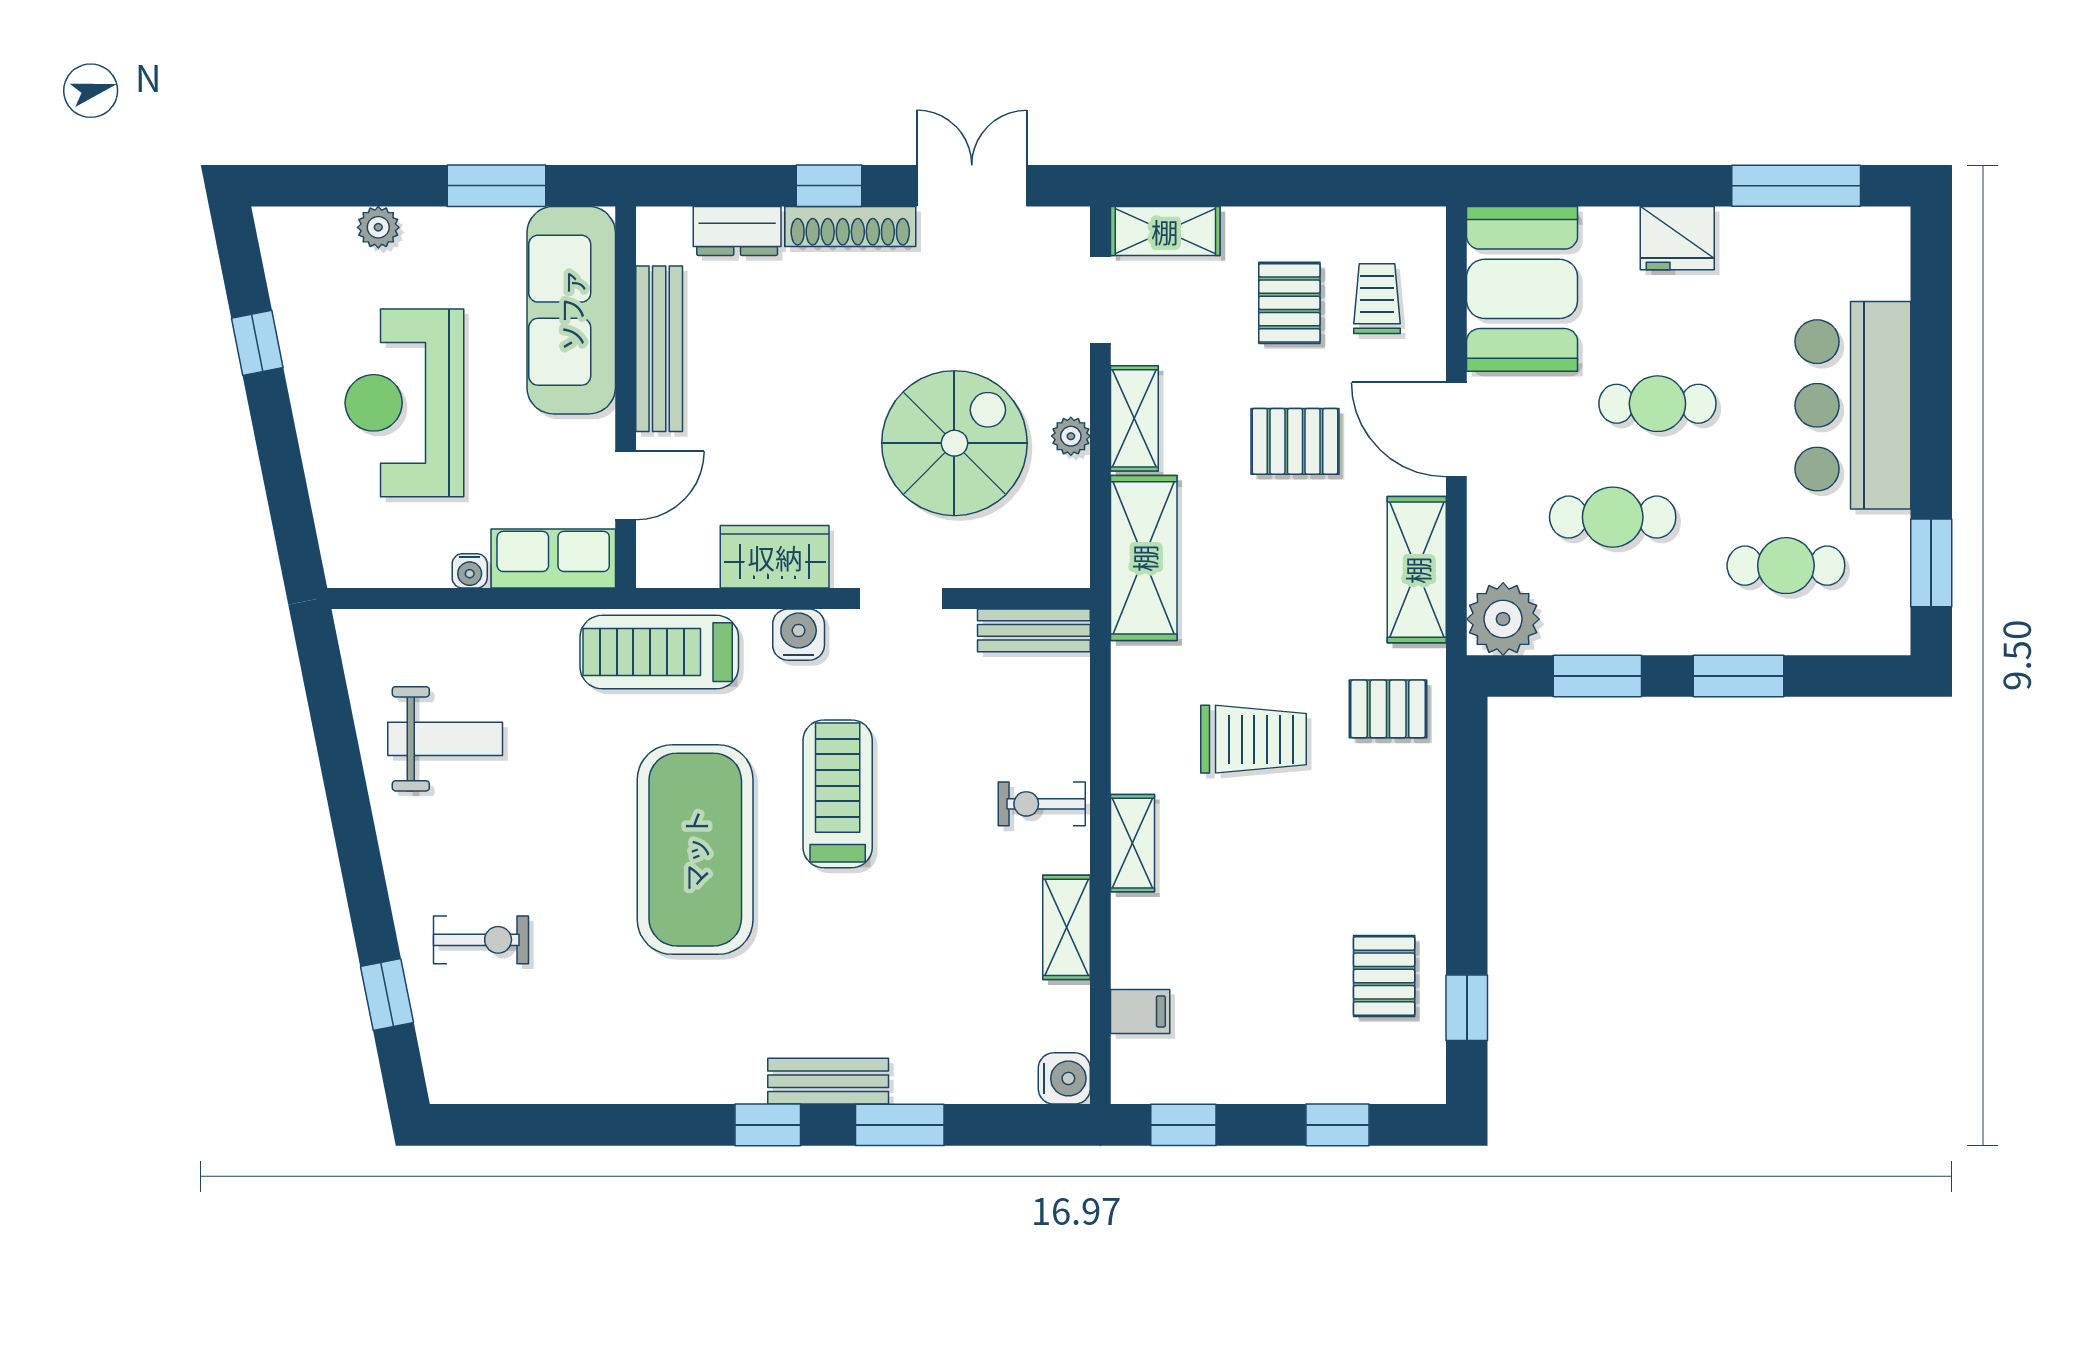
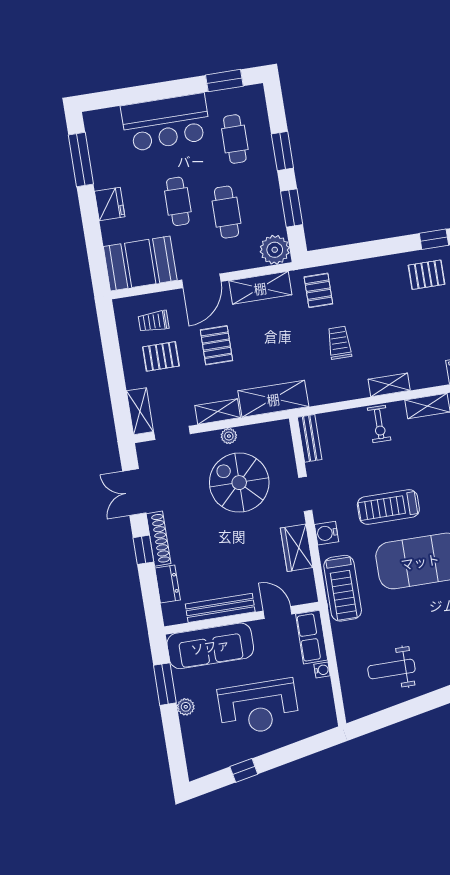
plant: (378, 227) -> (186, 707), moved
weight bench: (445, 739) -> (391, 669), turned -90
trolley: (1254, 739) -> (339, 343), width x0.73, depth x0.72

